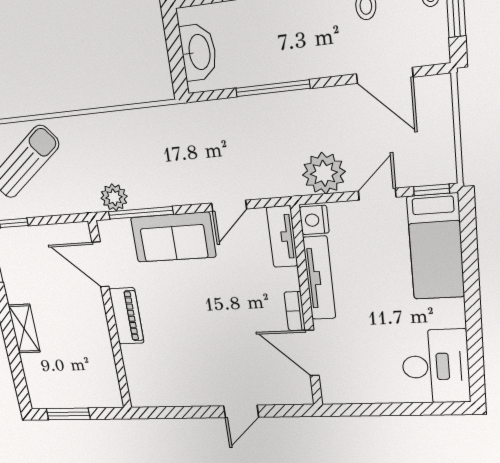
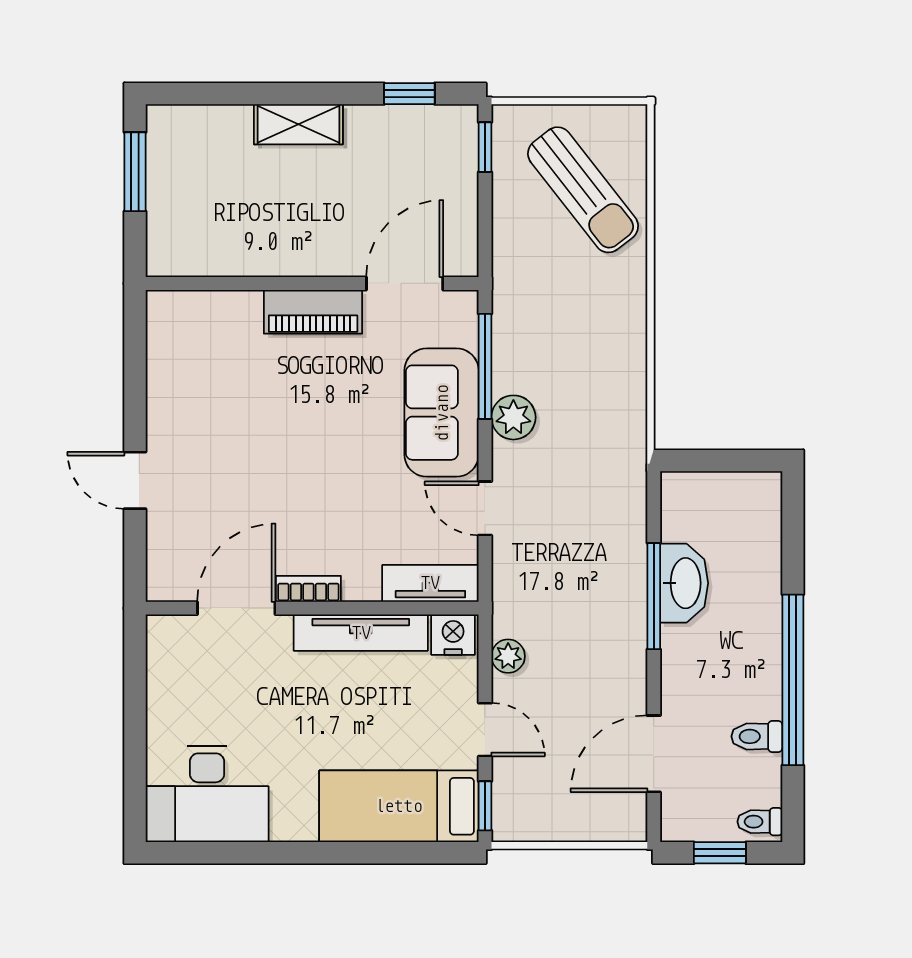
washbasin: (199, 52) -> (684, 583), moved, turned -90
plant: (324, 173) -> (508, 656), width x0.53, depth x0.53
plant: (114, 197) -> (513, 417), moved

